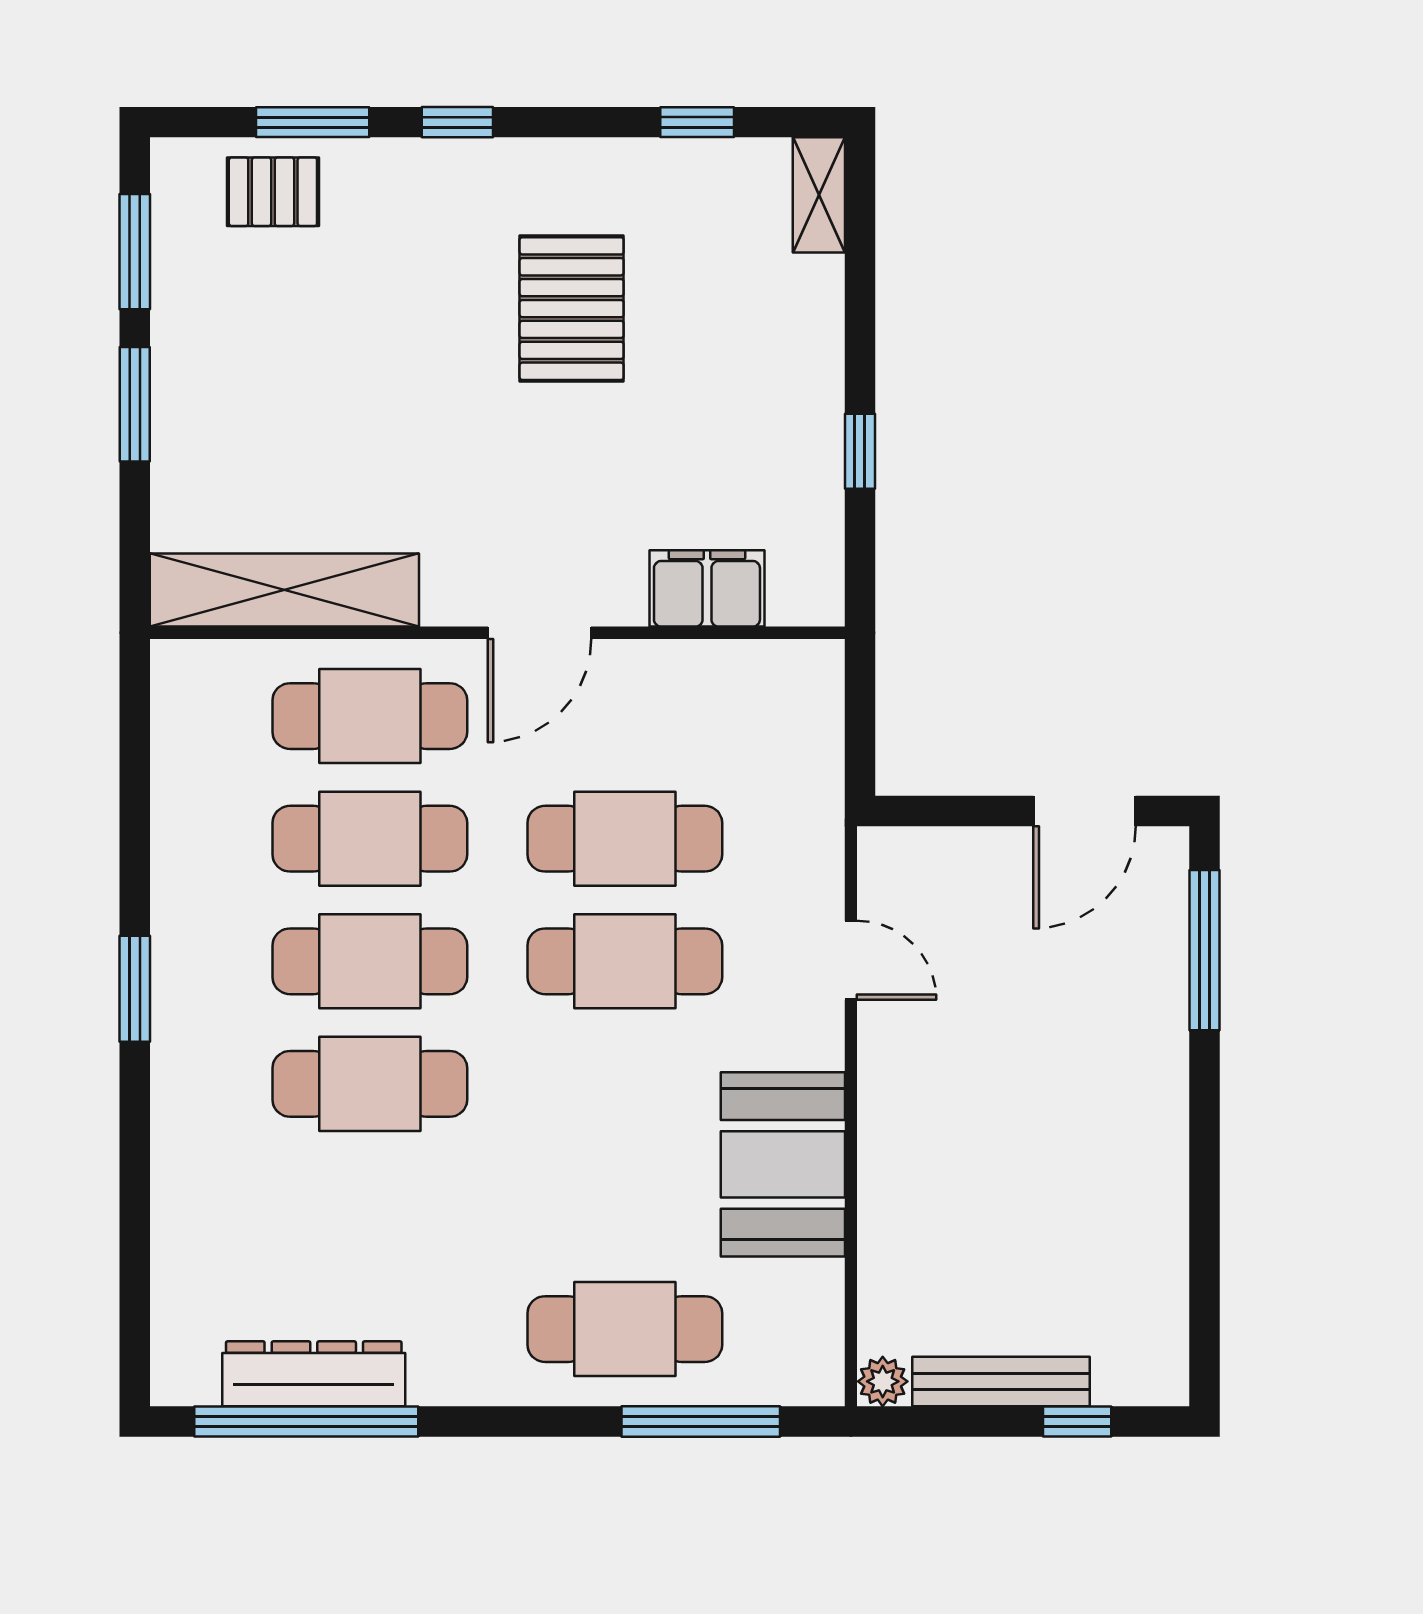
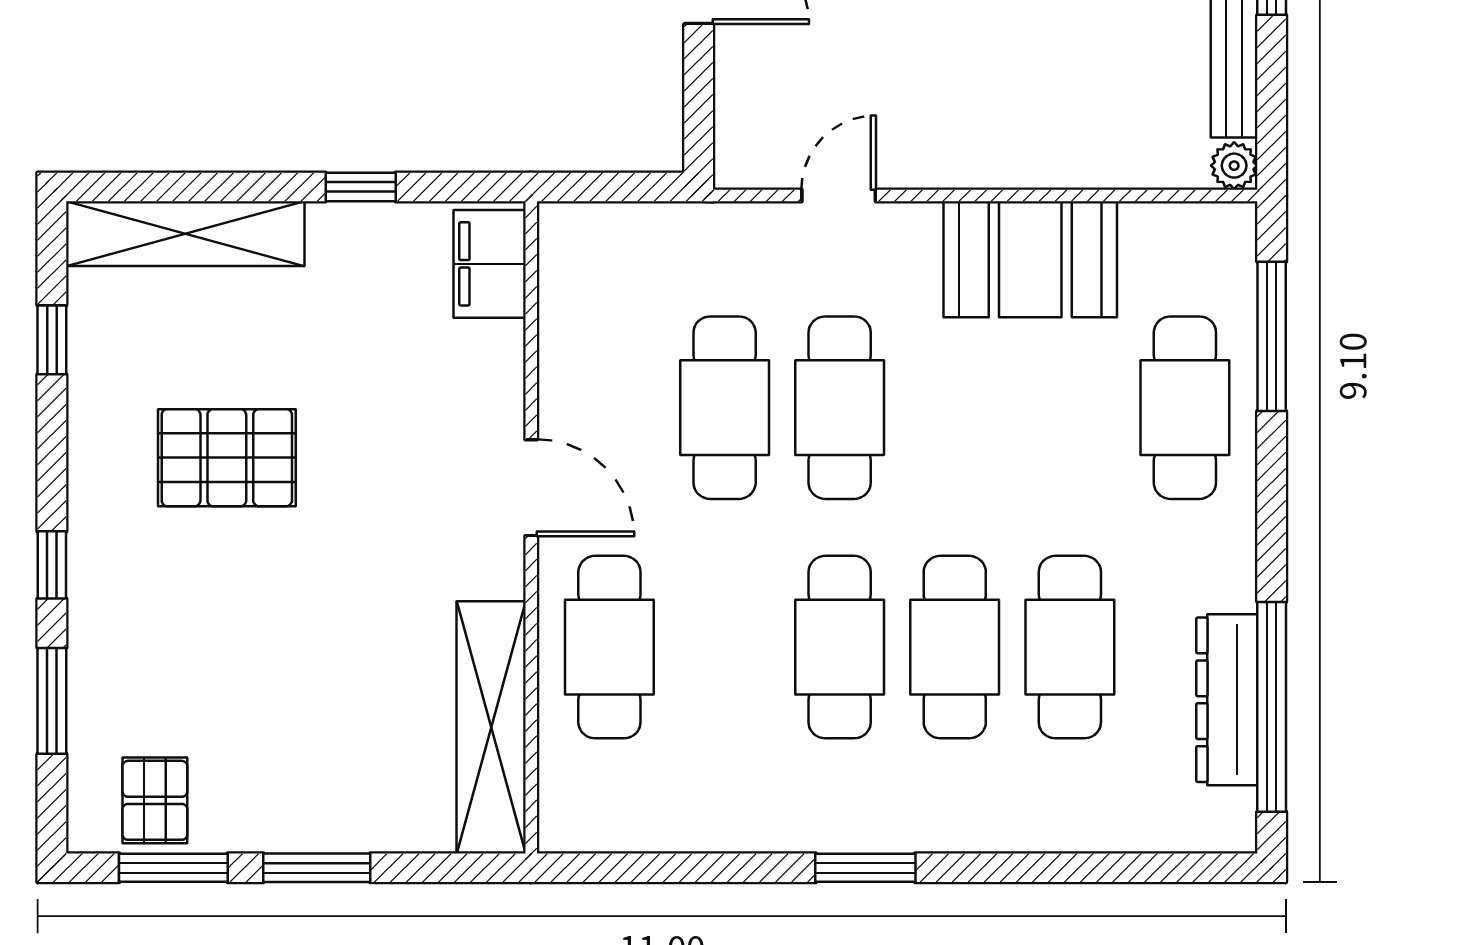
pallet: (273, 192) -> (155, 800), moved
shelving: (819, 195) -> (185, 234), width x2.20, depth x1.33
filing cabinet: (707, 588) -> (490, 264), moved
cafe table: (370, 839) -> (1070, 647), moved

